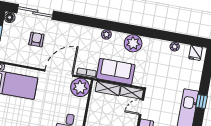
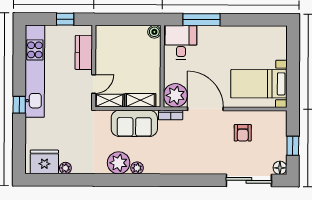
plant: (106, 34) -> (137, 168), moved
armchair: (36, 40) -> (243, 133), moved
fridge: (196, 53) -> (44, 162), width x1.88, depth x1.34
door: (59, 73) -> (205, 109), swing flipped

